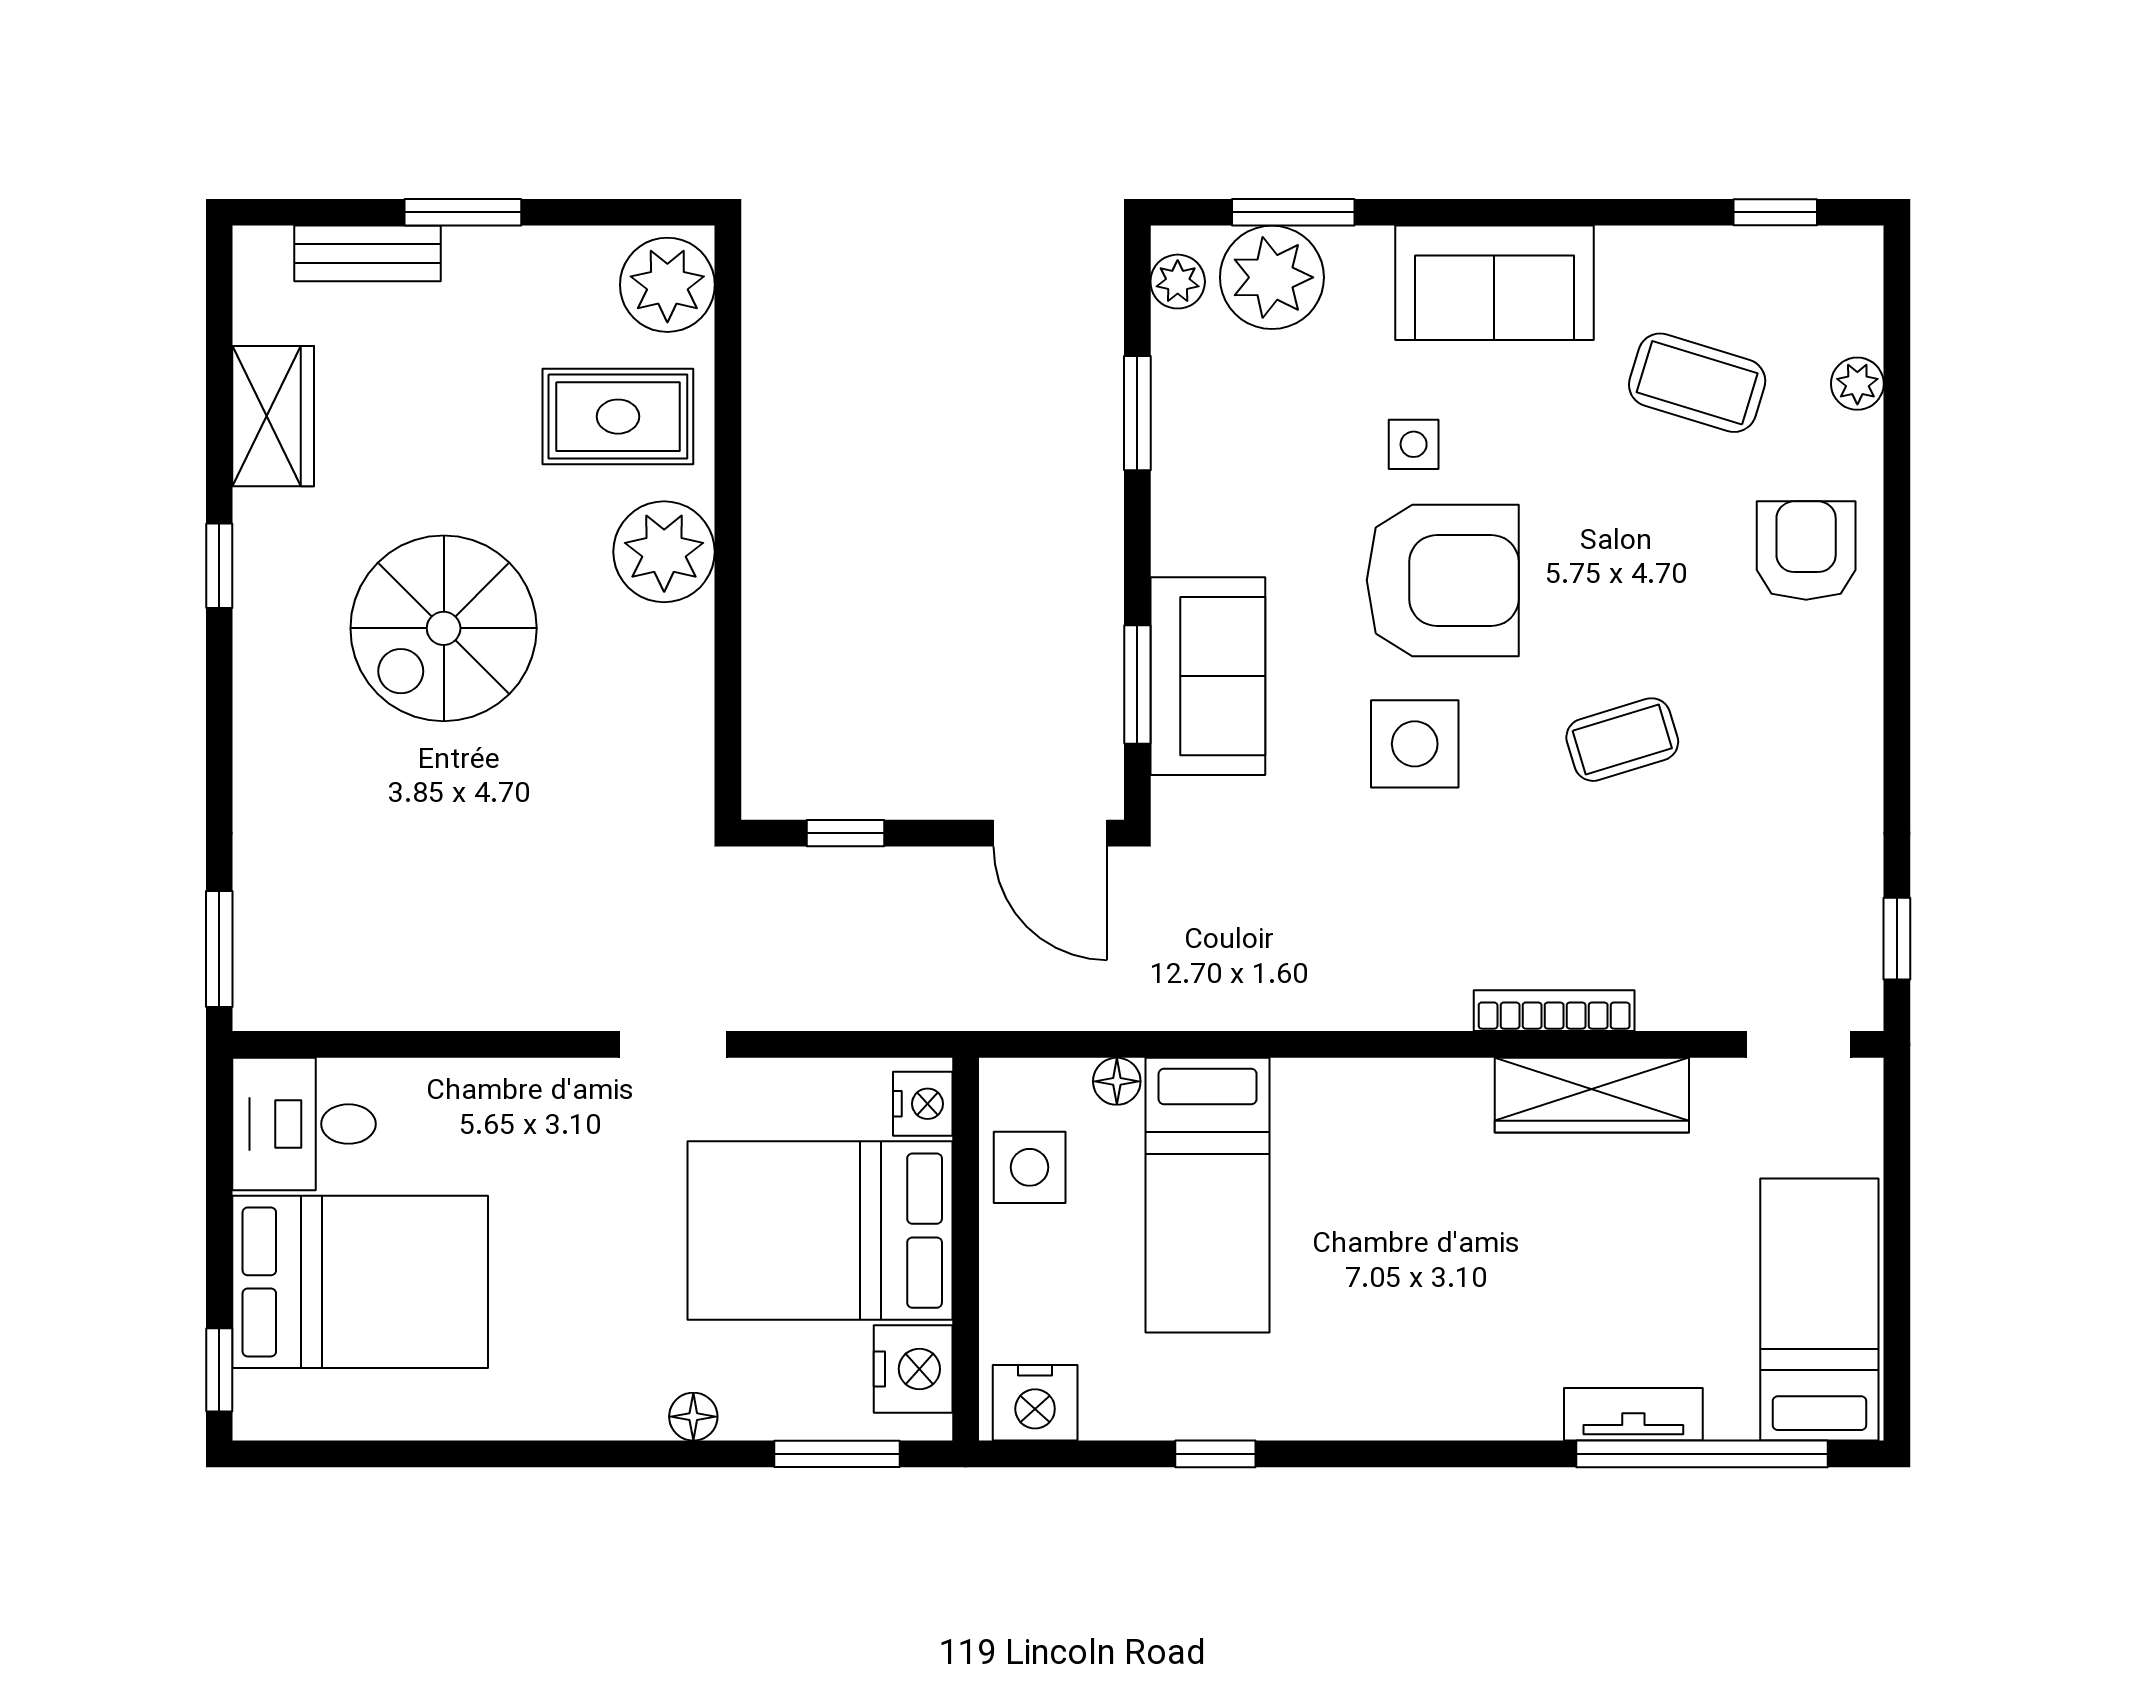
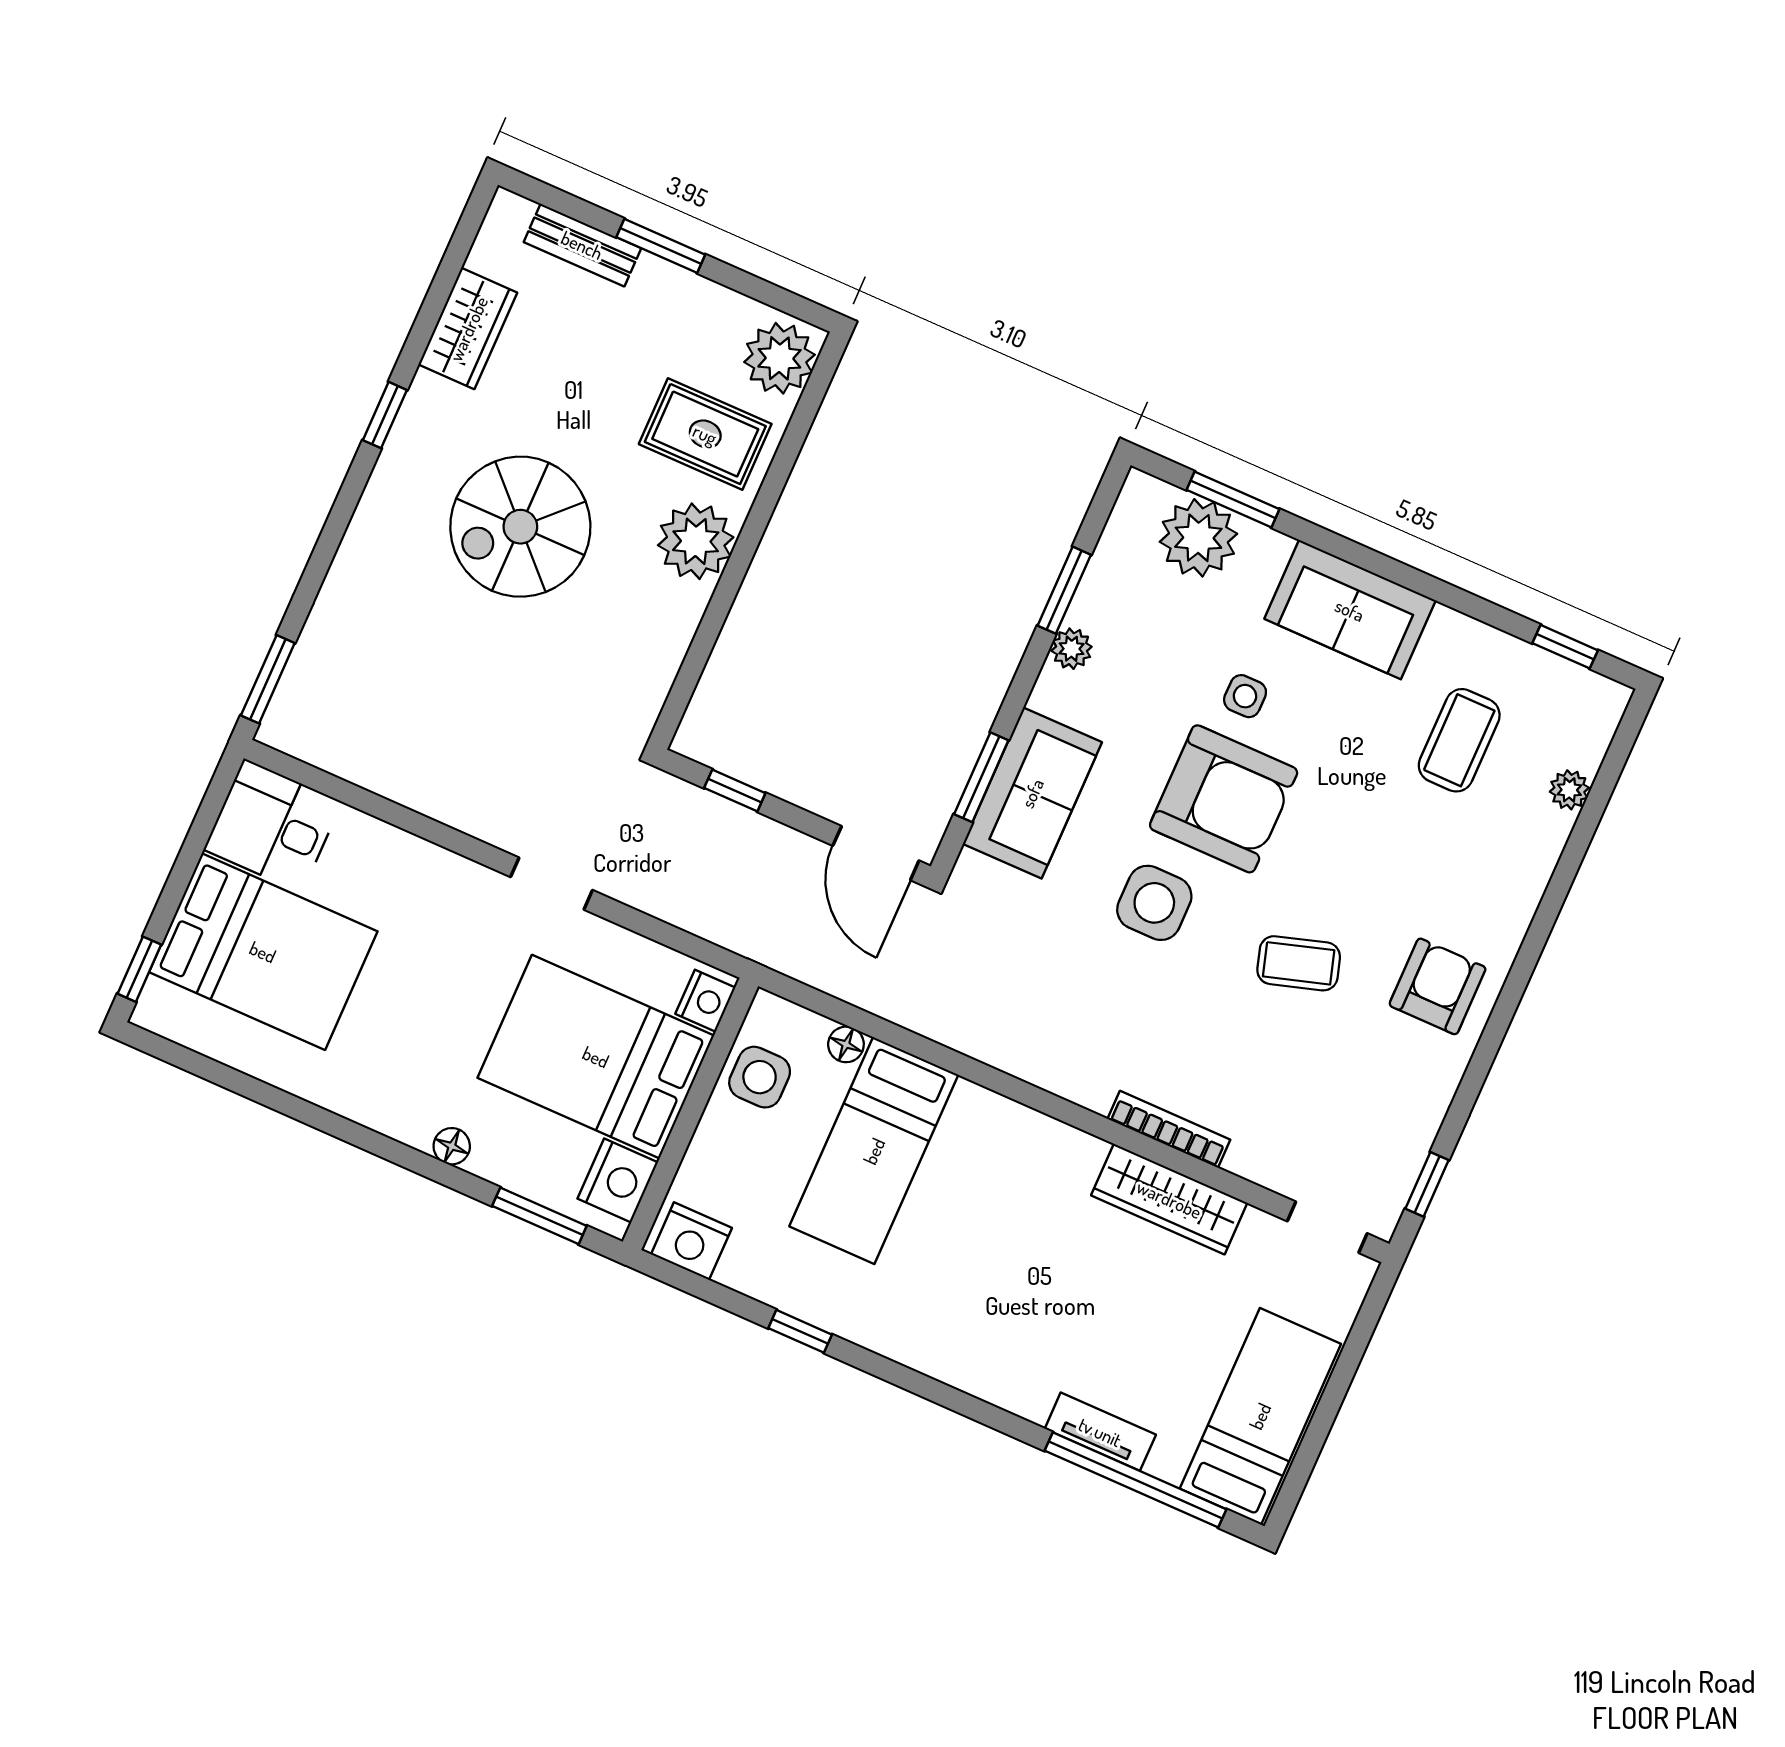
plant: (1178, 282) -> (1072, 649), moved
coffee table: (1697, 383) -> (1459, 740), turned 73
armchair: (1806, 550) -> (1438, 986), moved

